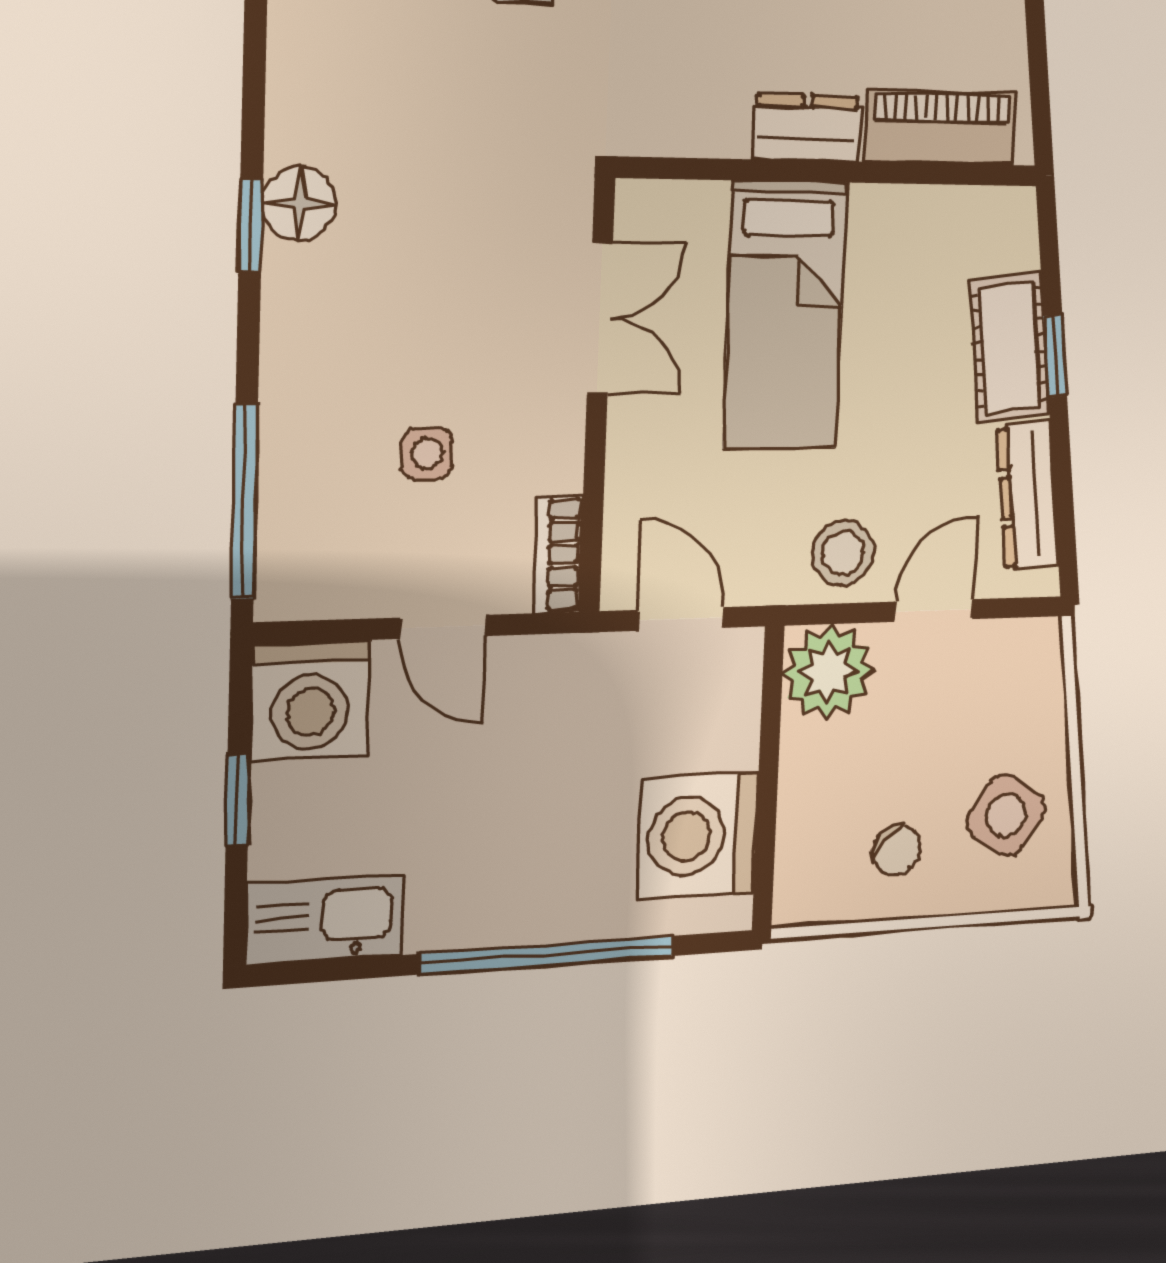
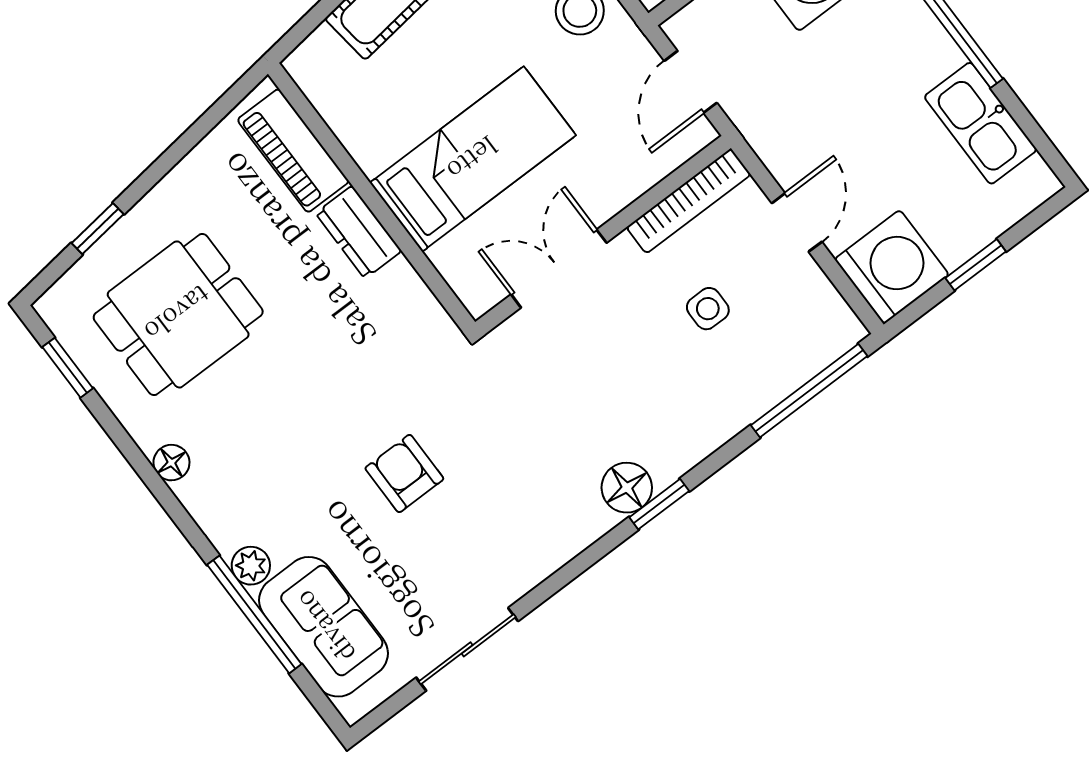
bookcase: (558, 554) -> (689, 201), width x1.56
kitchen sink: (325, 920) -> (981, 123), moved

